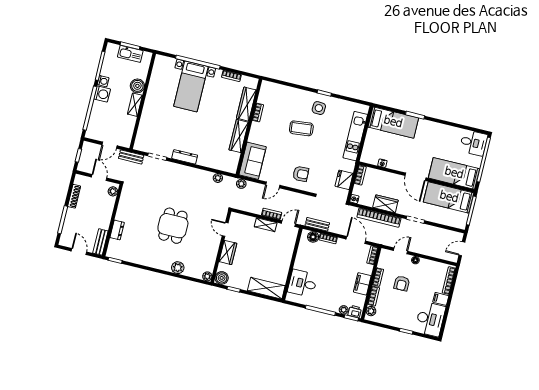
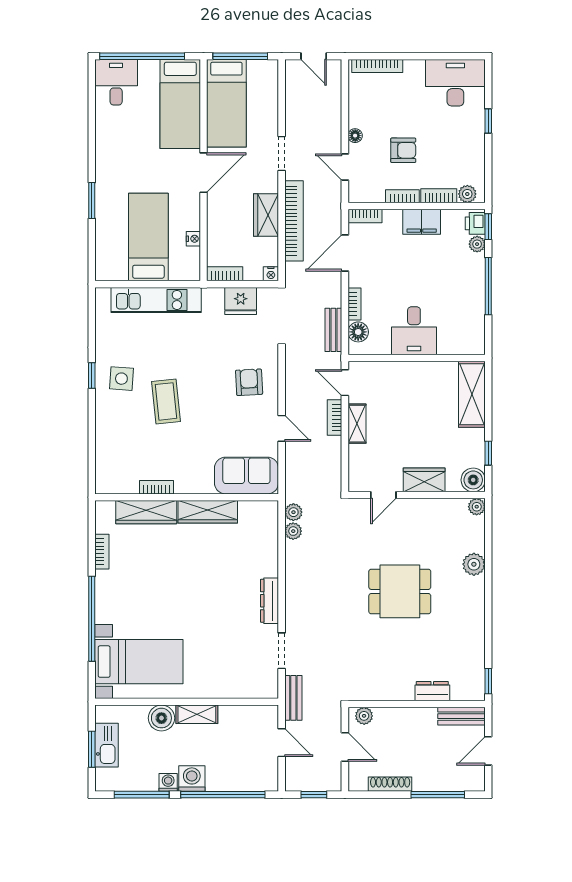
bed with nightstands: (191, 86) -> (139, 662), moved
bed: (393, 122) -> (148, 237), moved
door: (99, 177) -> (345, 747), swing flipped
plant: (241, 184) -> (293, 512), moved
desk: (302, 283) -> (414, 331), moved
filing cabinet: (441, 299) -> (414, 72), removed

